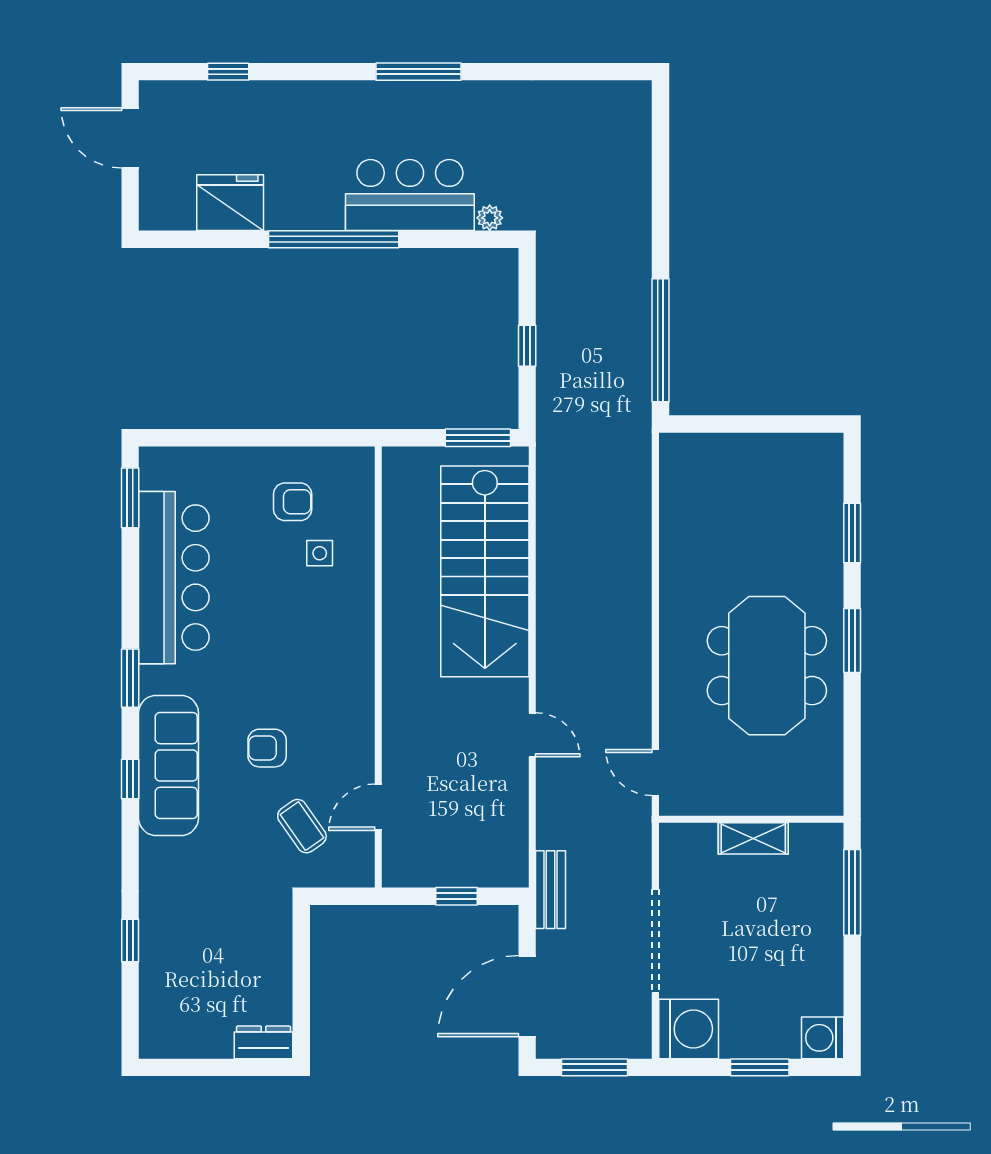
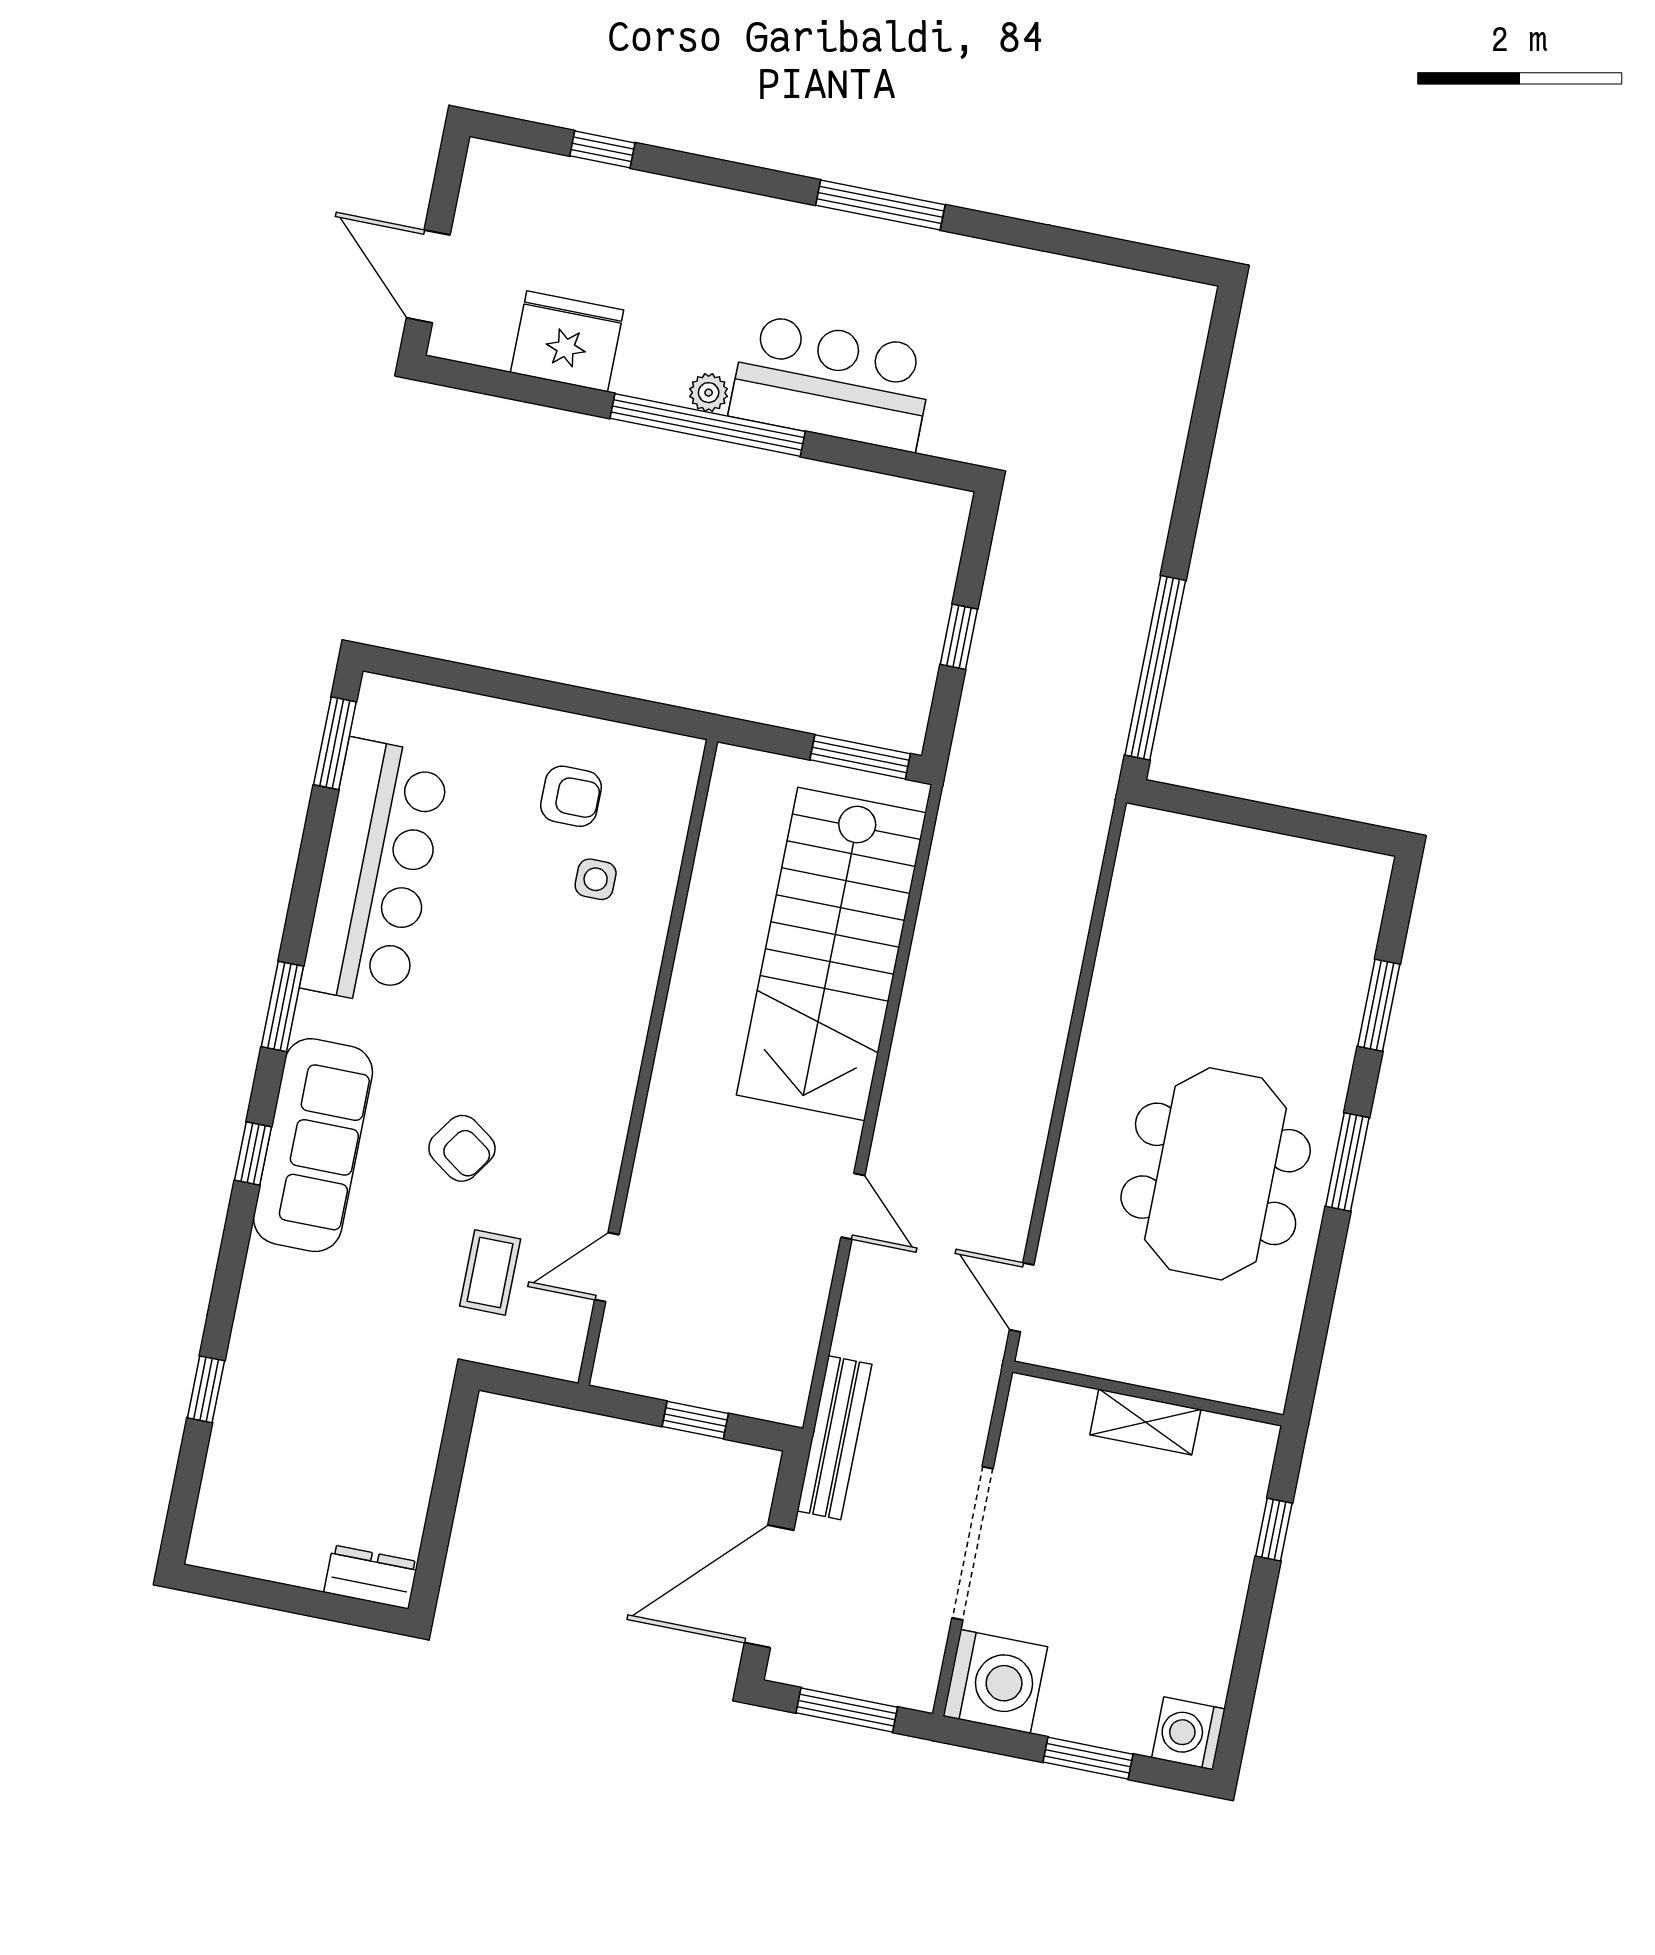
door: (130, 138) -> (428, 276), moved
plant: (490, 218) -> (709, 393), moved
armchair: (267, 748) -> (462, 1148), turned -145
coffee table: (302, 826) -> (490, 1272), turned 35
bench: (551, 890) -> (834, 1438), width x1.36
window: (852, 892) -> (1274, 1530), width x0.46

